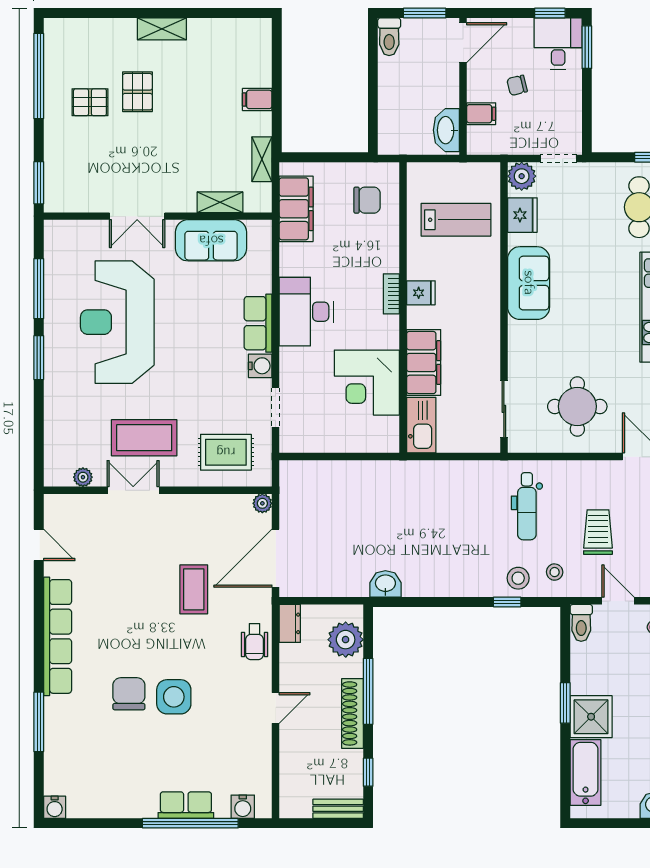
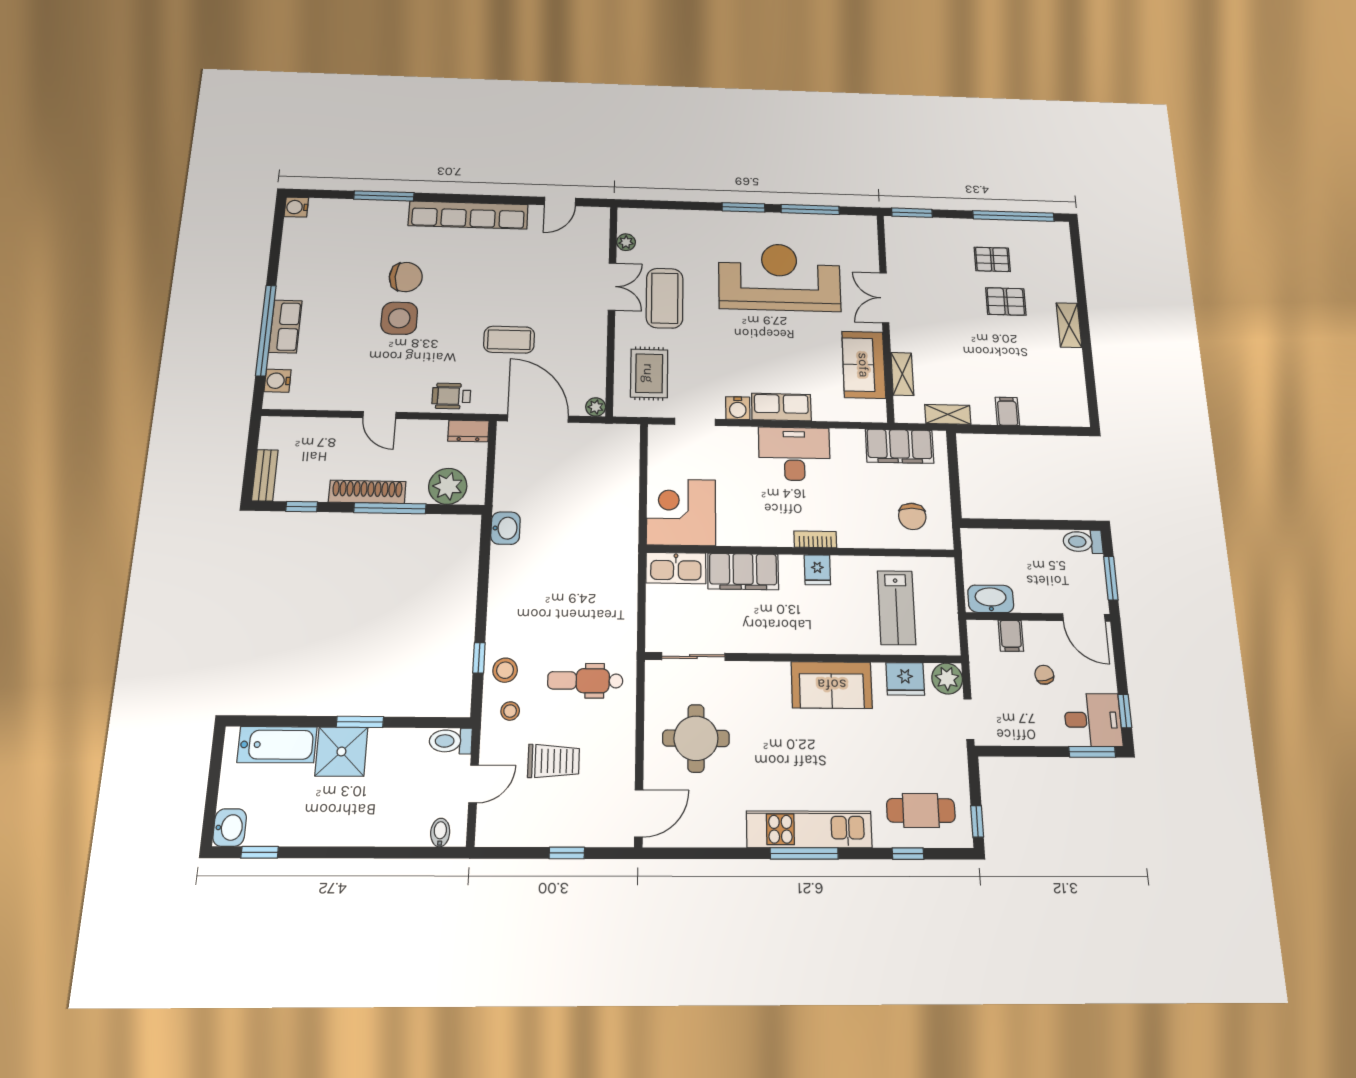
pallet: (90, 102) -> (992, 259), turned 90
corner desk: (367, 383) -> (681, 512), moved

